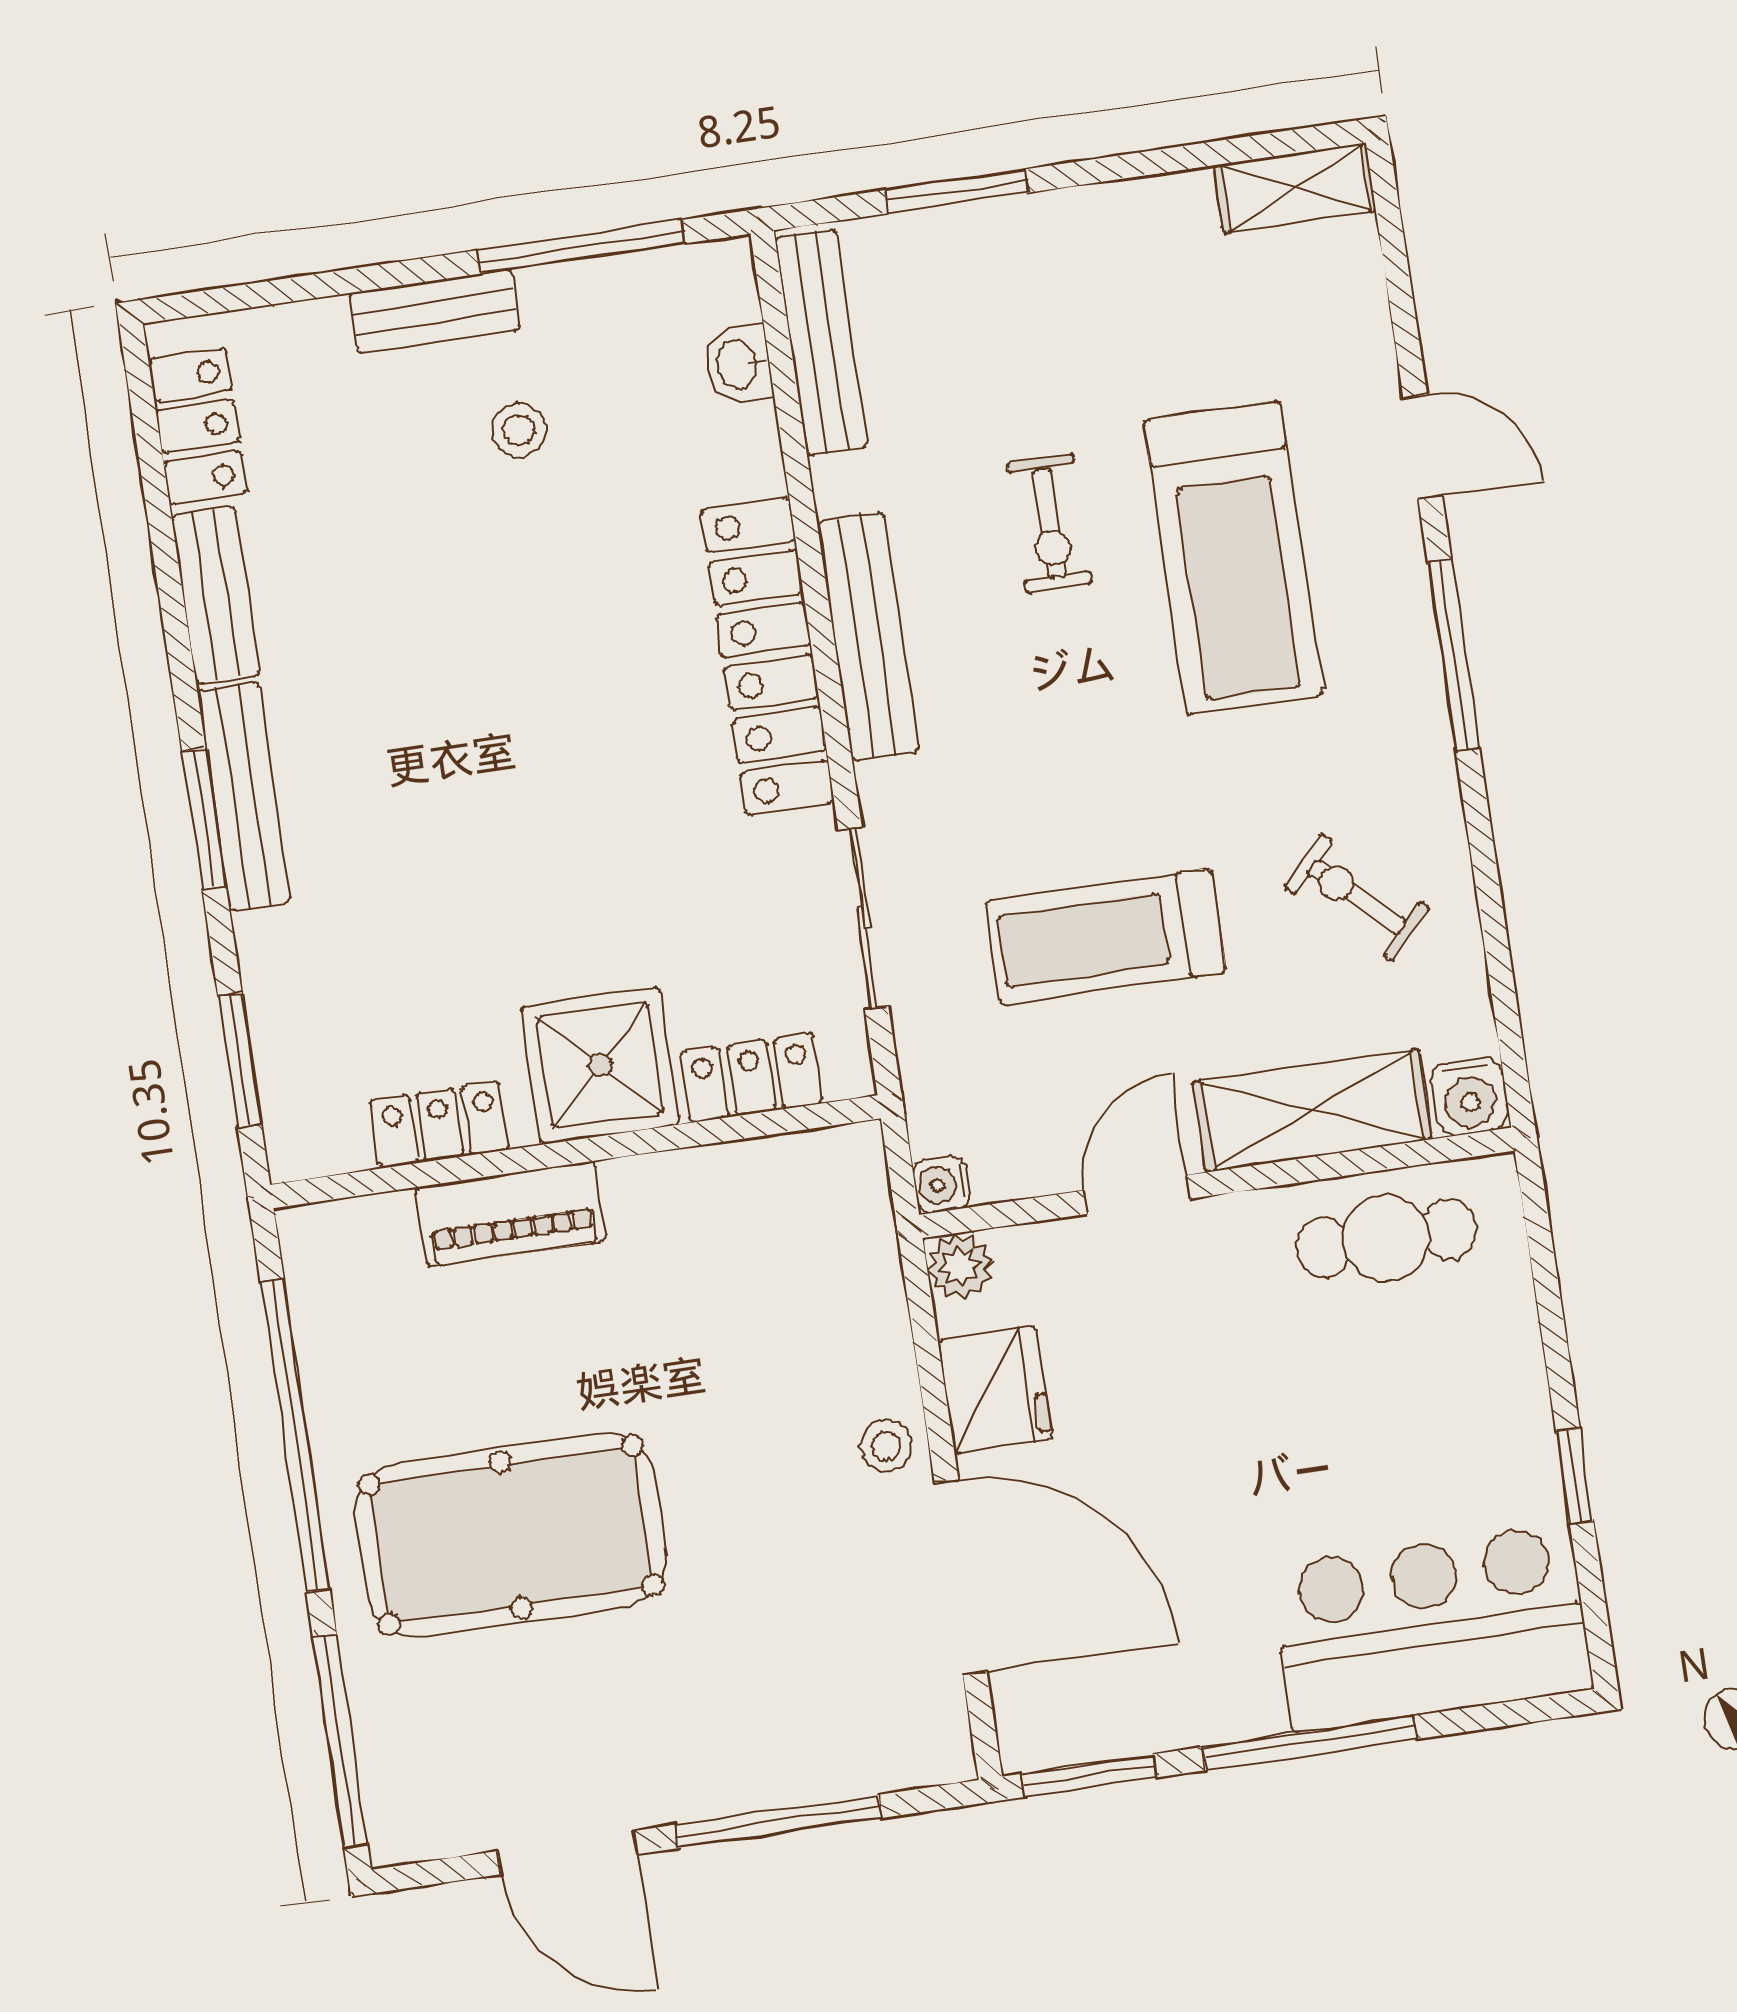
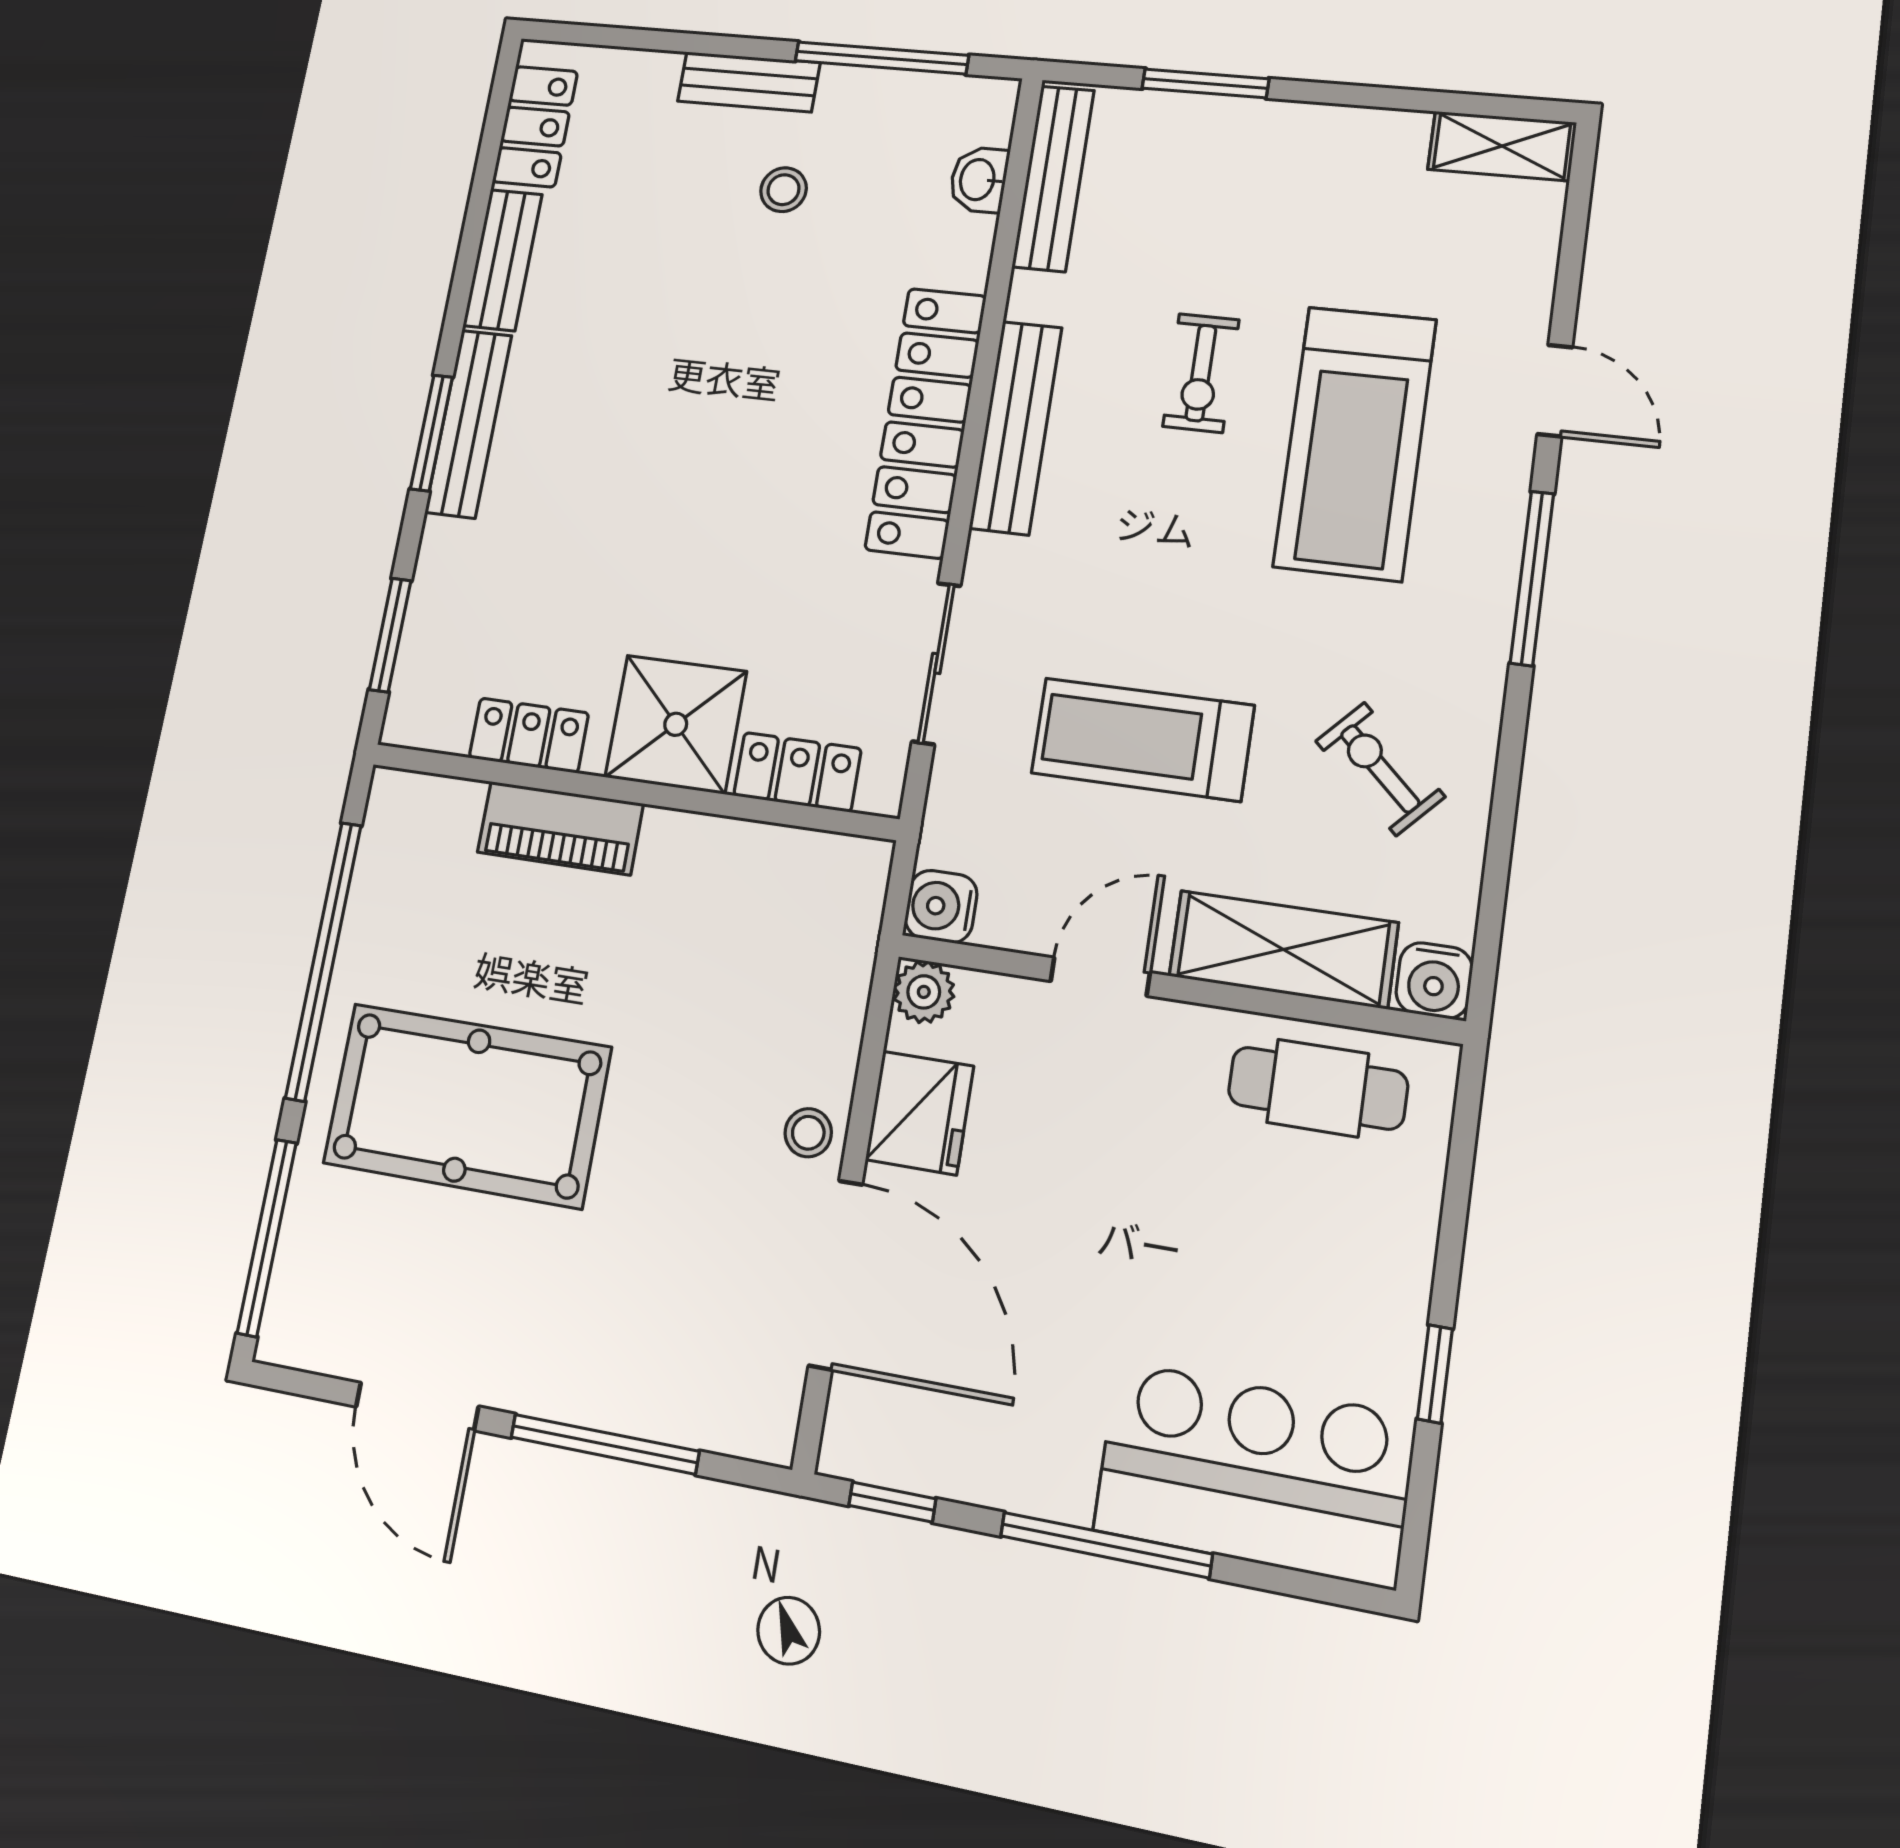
water cooler: (942, 1185) -> (941, 906), width x1.38, depth x1.38
window: (1089, 1776) -> (892, 1502), width x0.67

